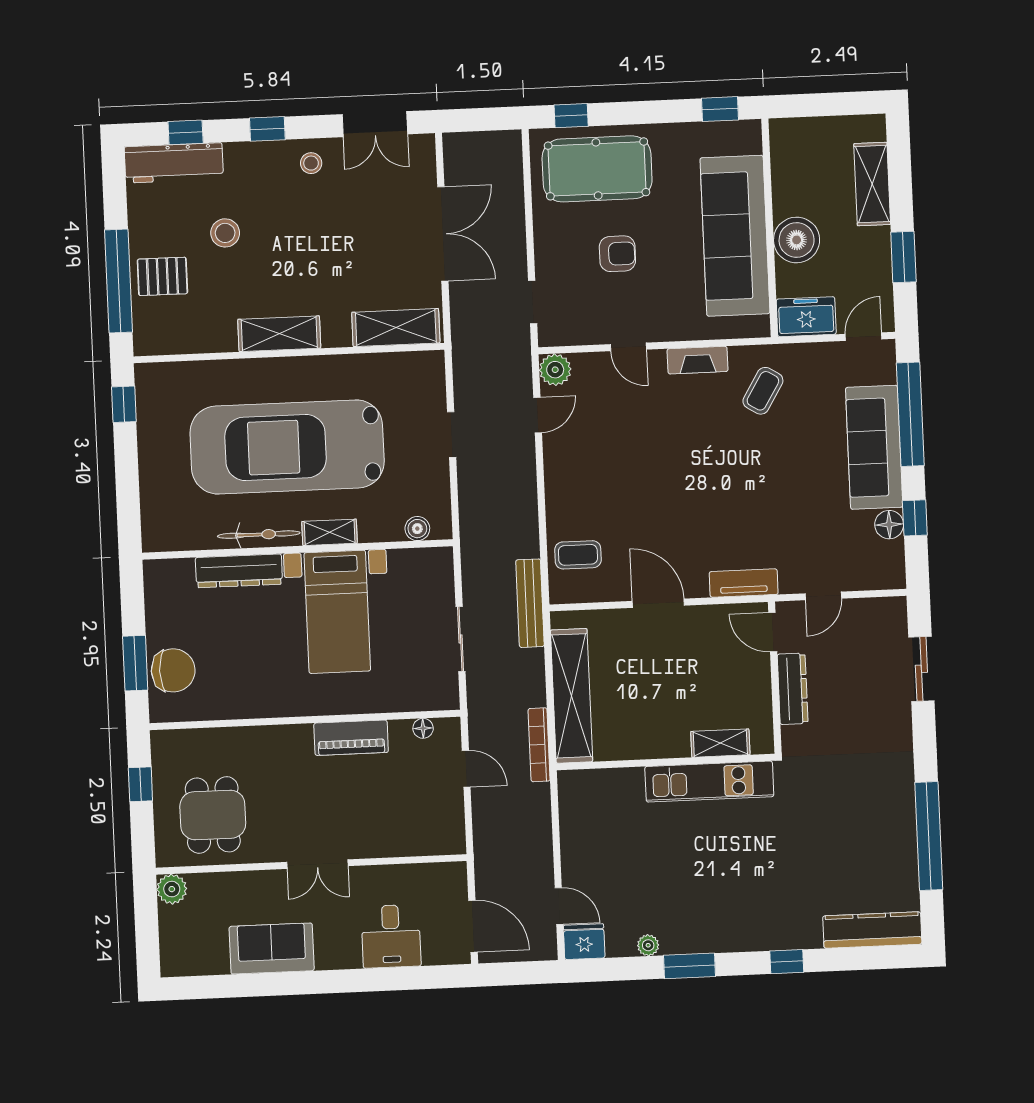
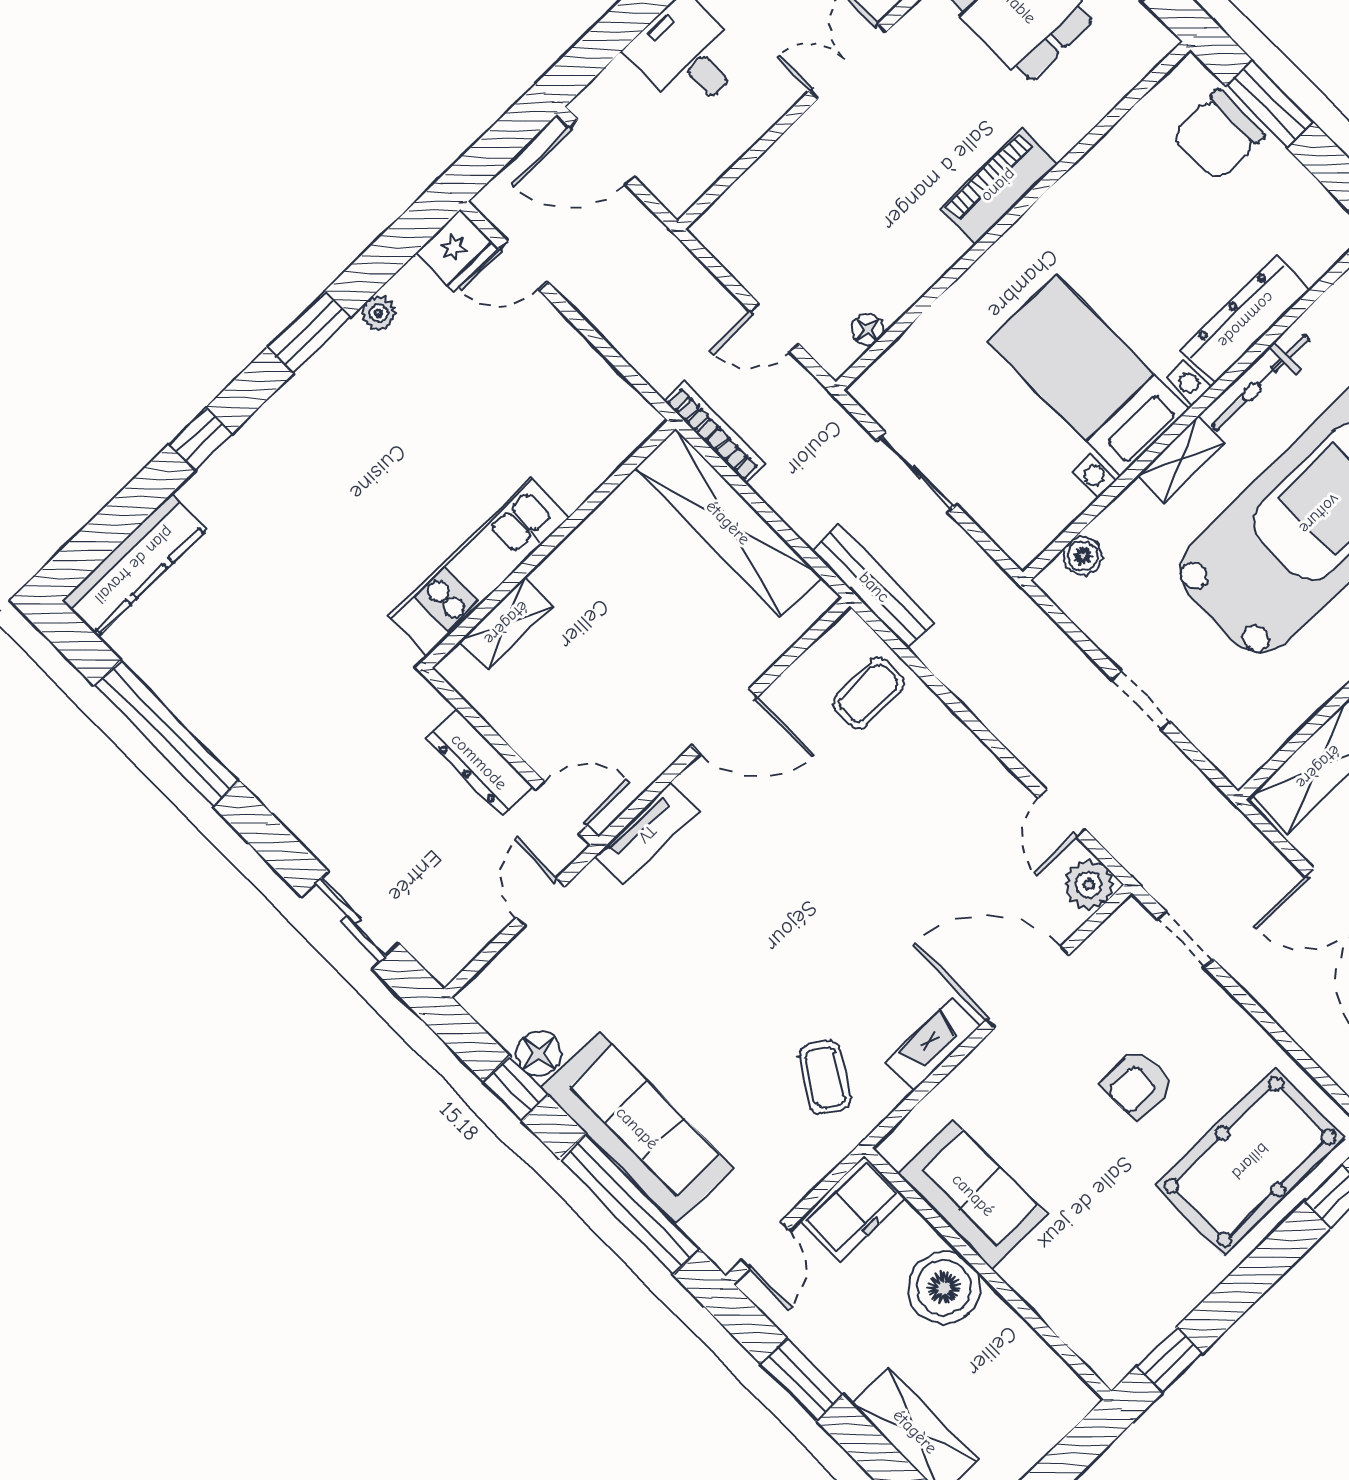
sofa: (735, 236) -> (973, 1195), width x0.54, depth x0.79
door: (628, 347) -> (1027, 987), width x1.87
piano: (351, 738) -> (999, 186), moved

